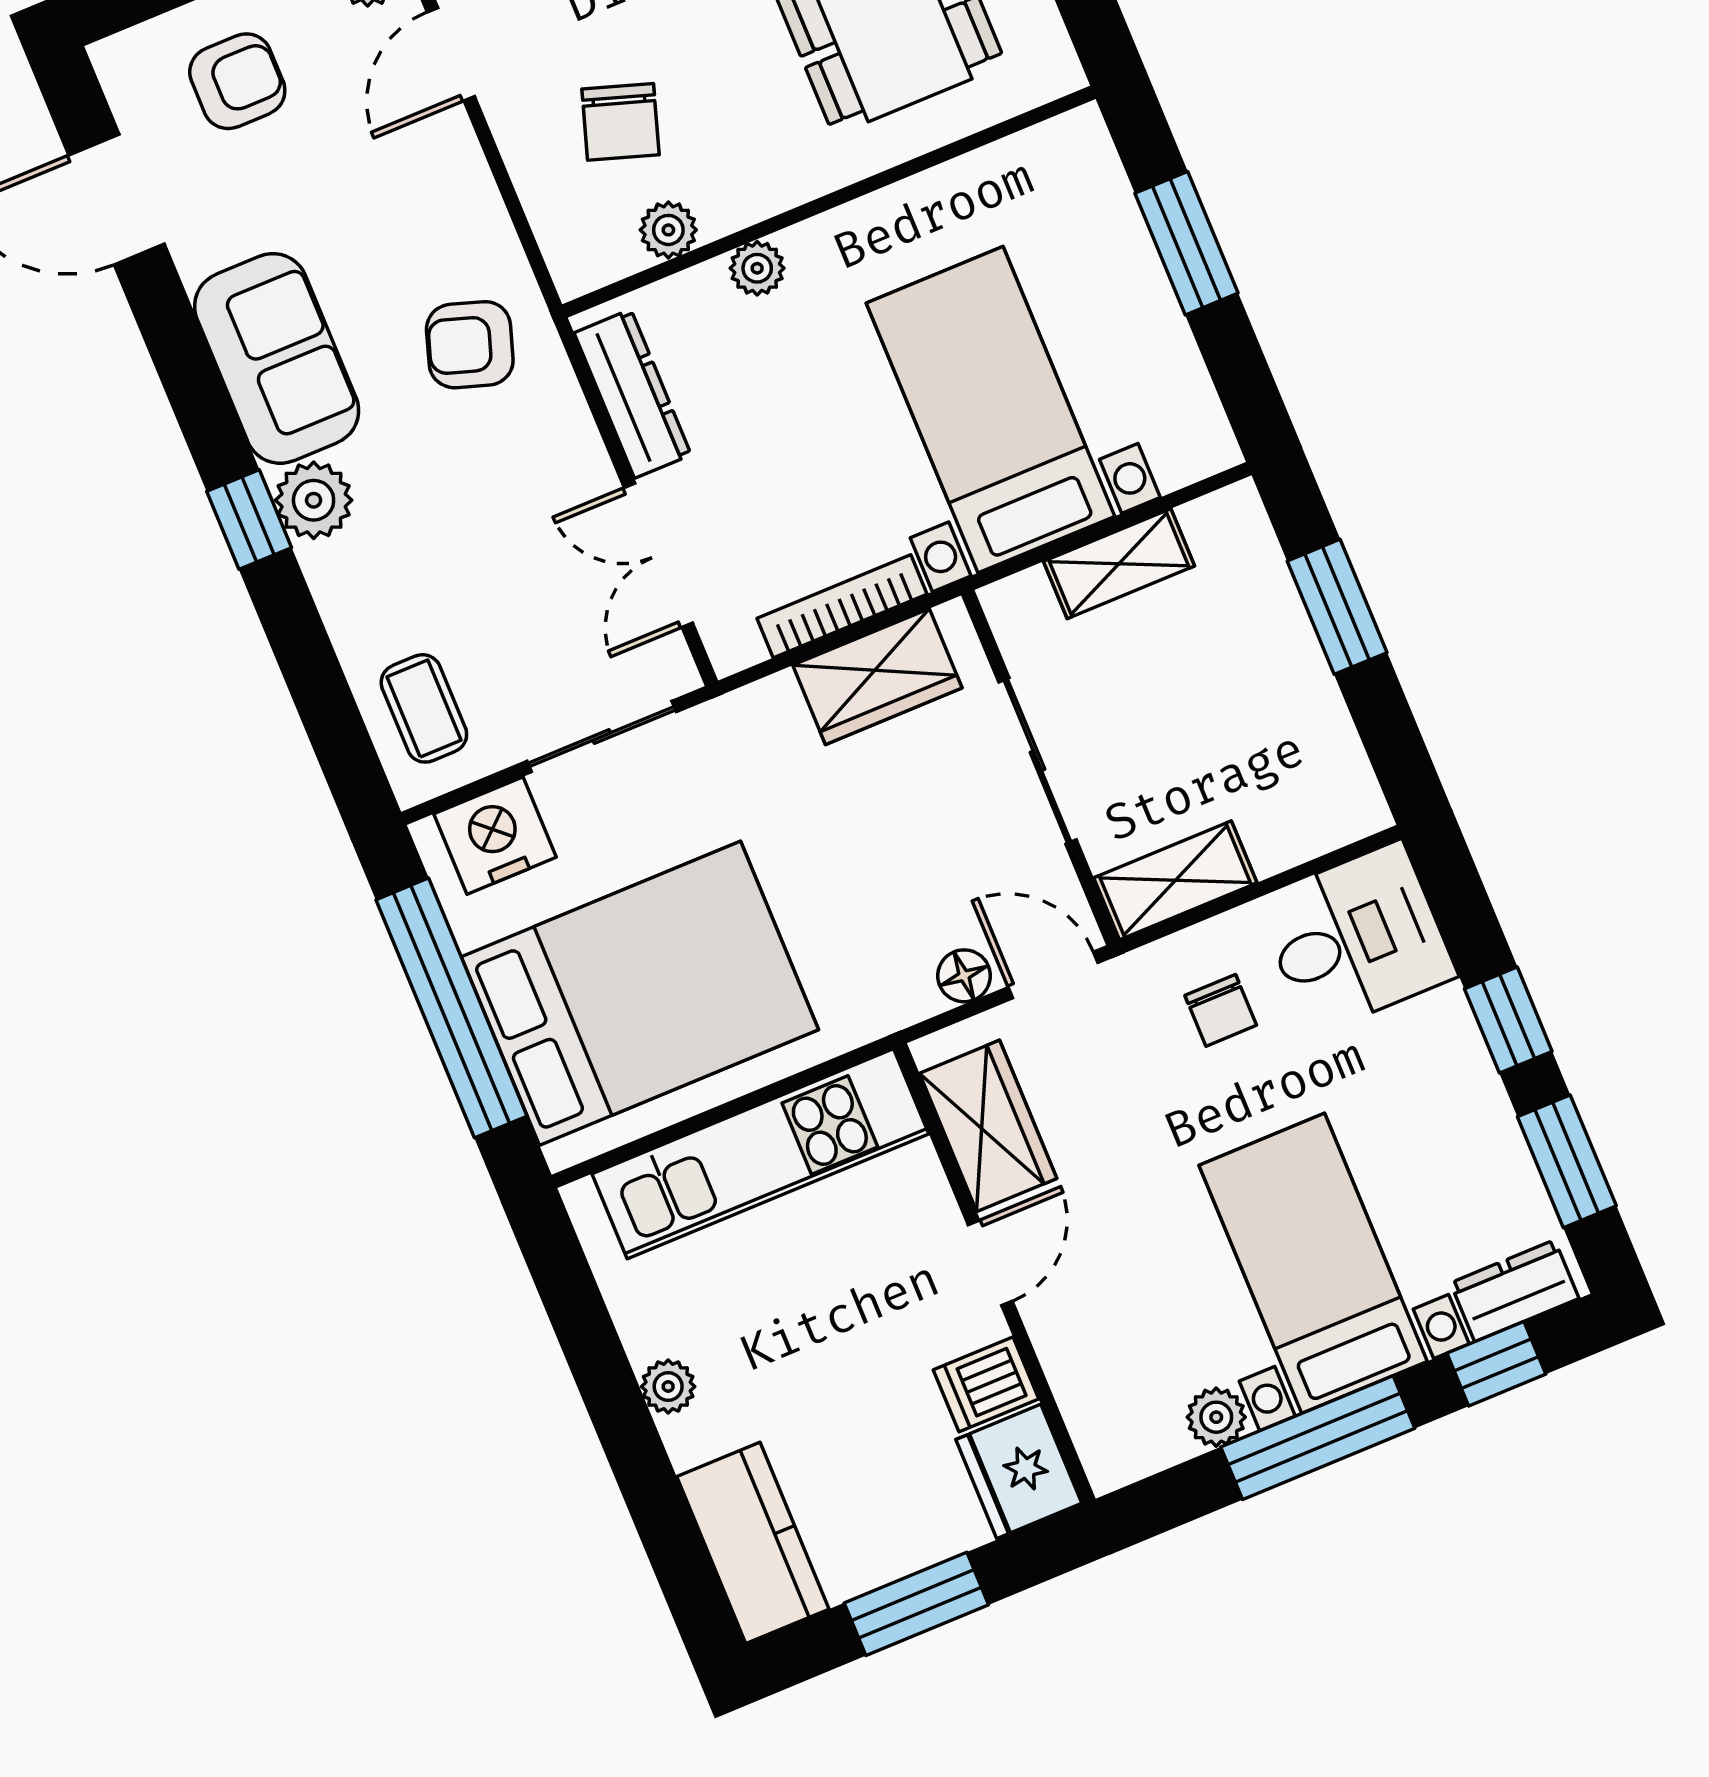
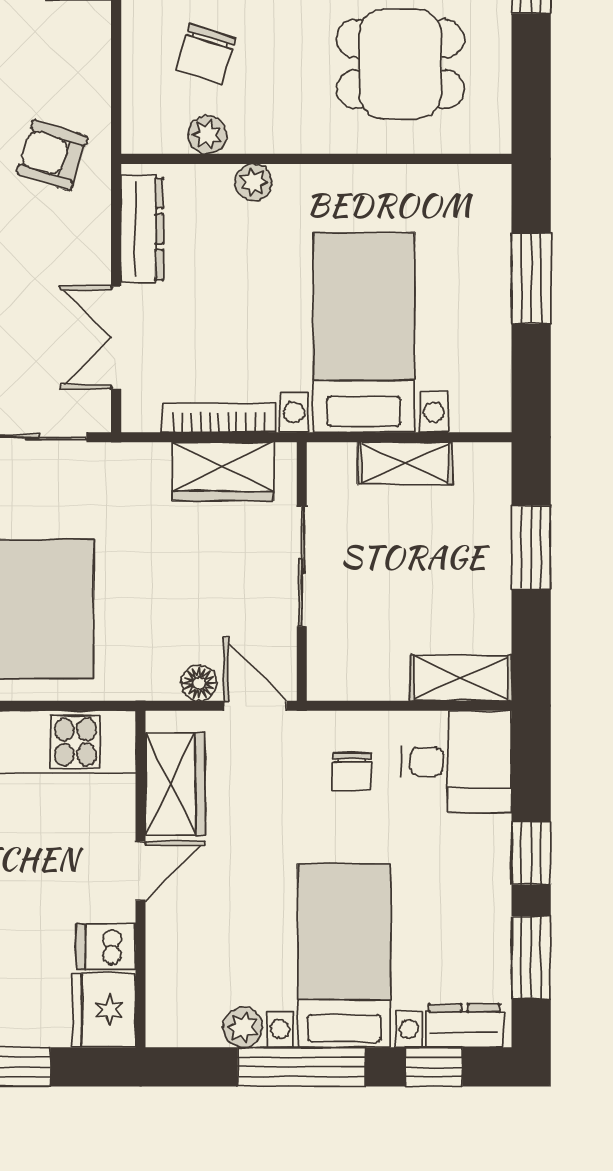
shelving: (1175, 880) -> (461, 678), moved

